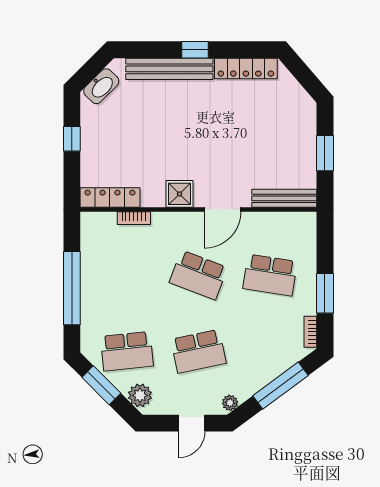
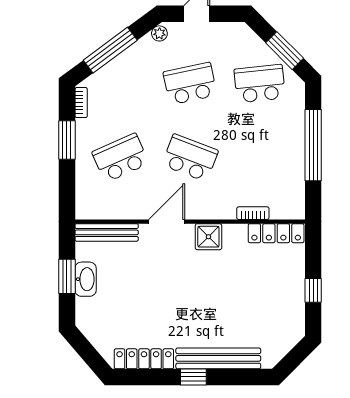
washbasin: (101, 86) -> (86, 279), moved, turned 135
school desk: (270, 275) -> (120, 158), turned -33
plant: (140, 395) -> (247, 41), removed

